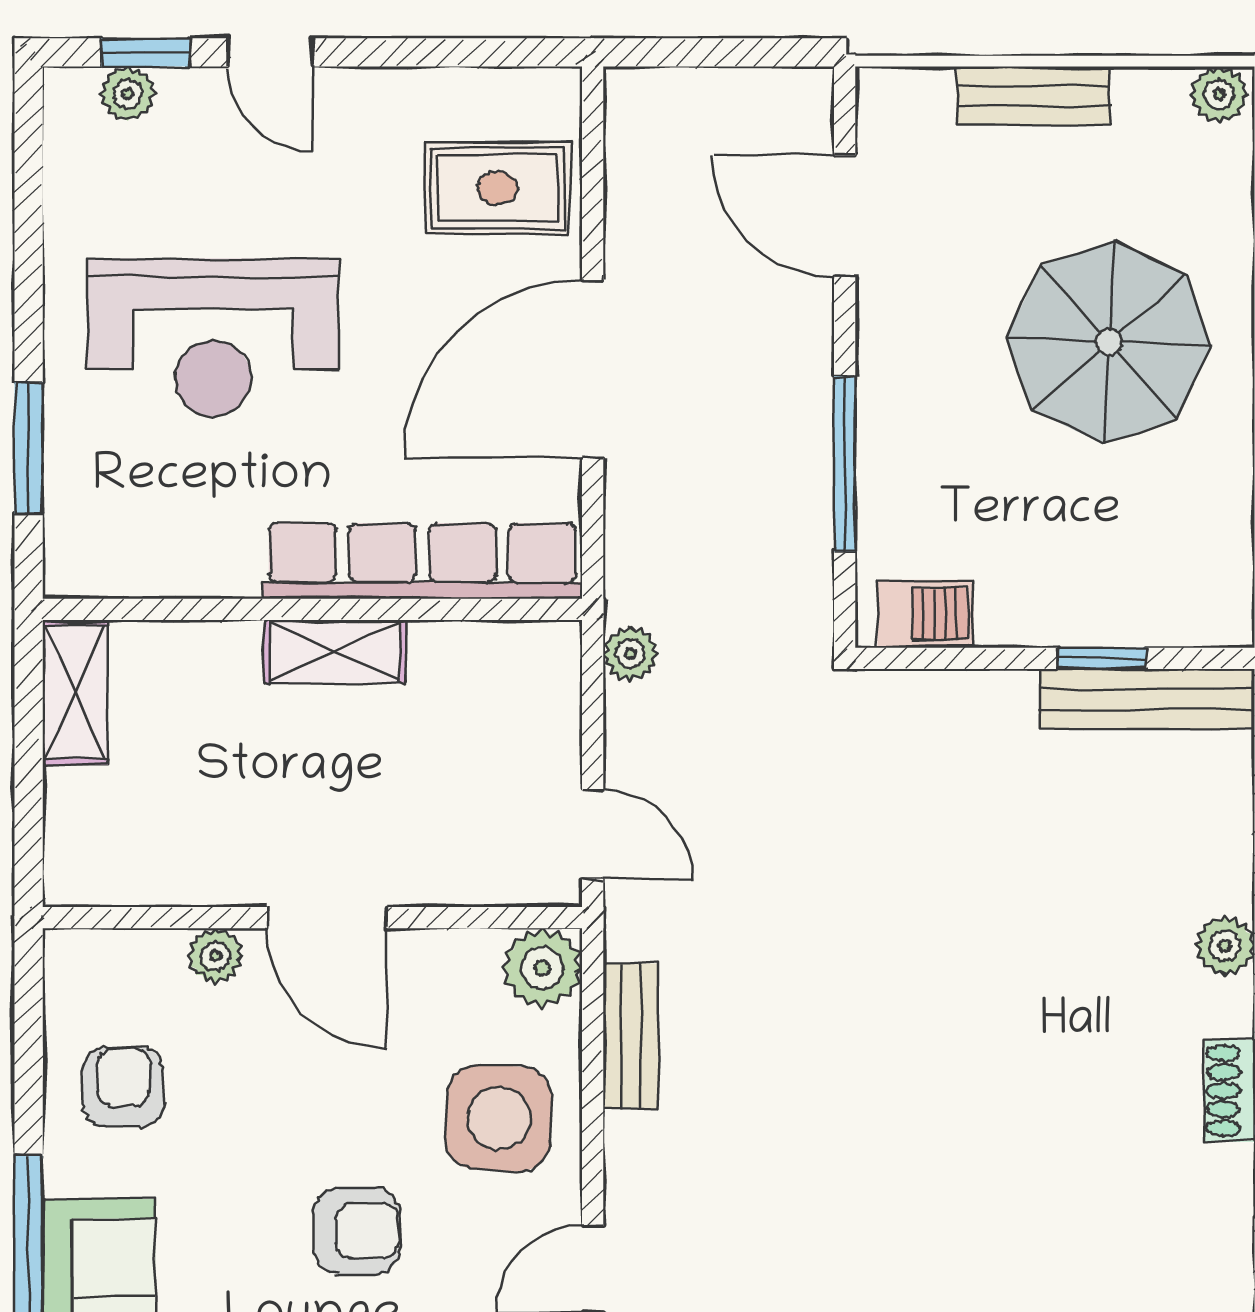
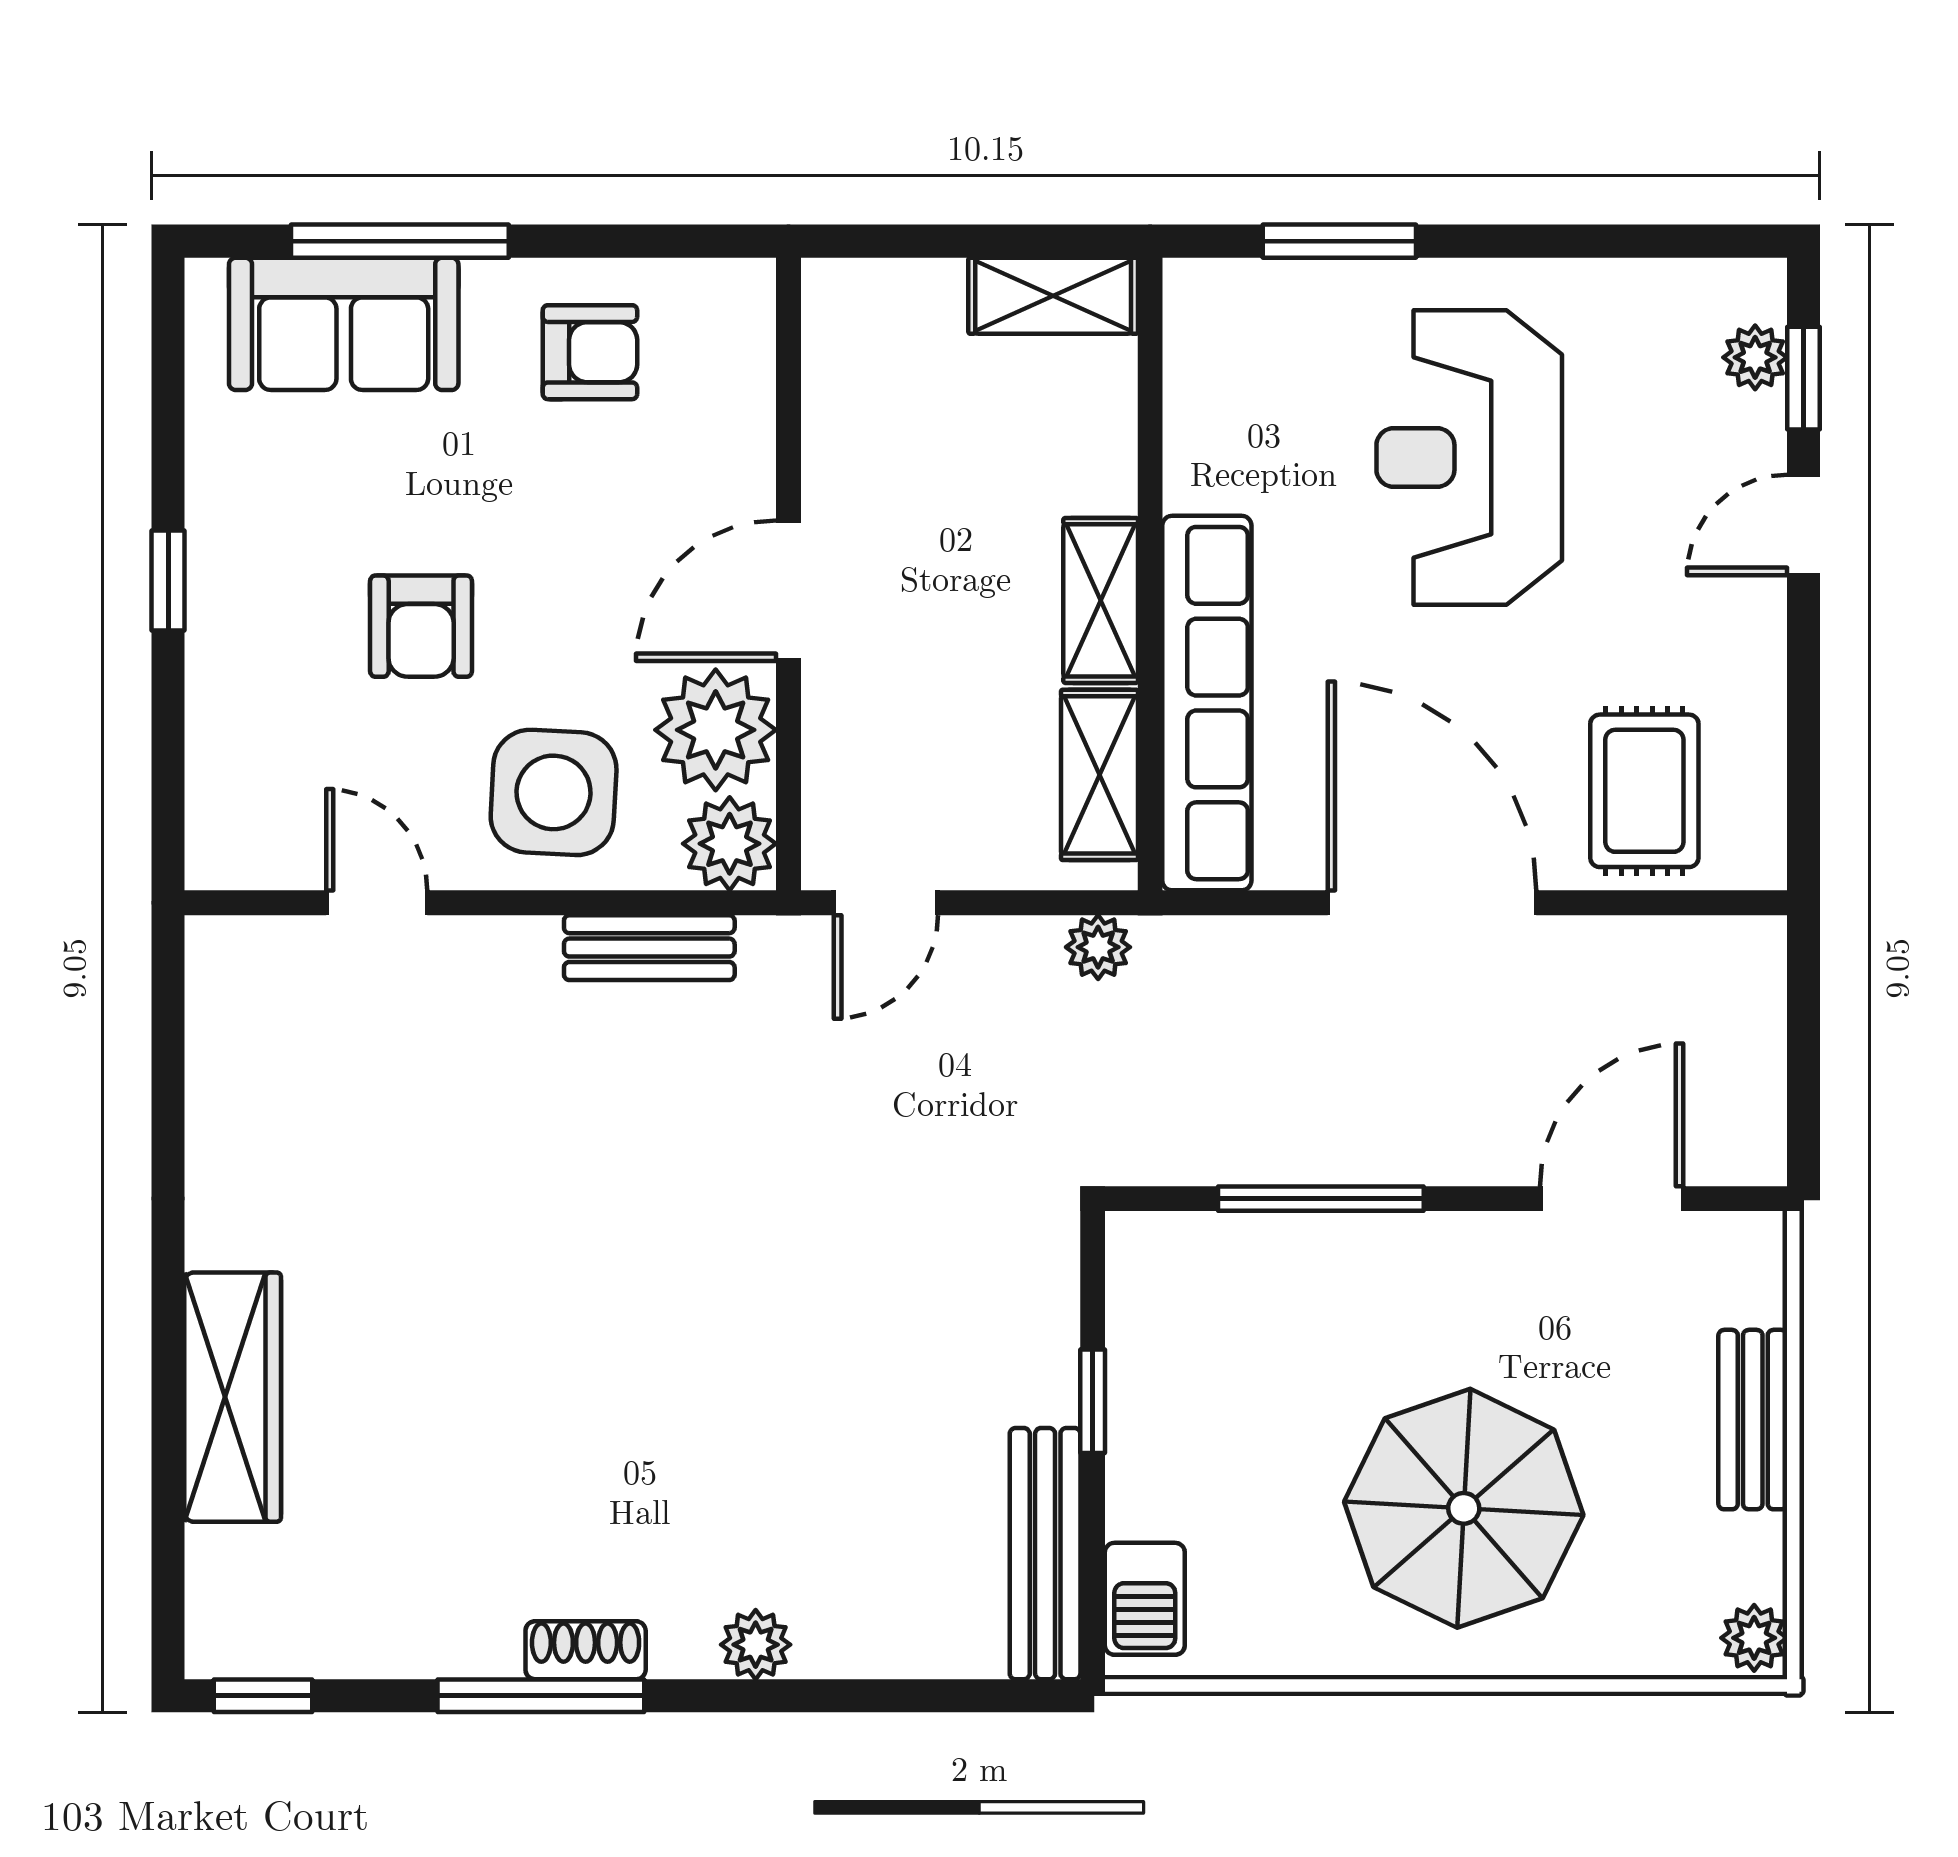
barbecue: (925, 614) -> (1145, 1599), moved
shelving: (484, 653) -> (1099, 775), added
window: (1102, 658) -> (1093, 1401), moved
plant: (216, 956) -> (716, 730), moved, width x1.88, depth x1.88

